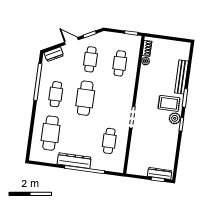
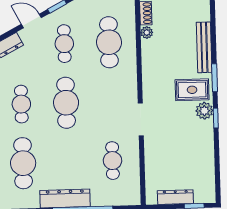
cafe table: (120, 63) -> (109, 42), width x1.37, depth x1.35
dresser: (160, 173) -> (175, 197), moved

